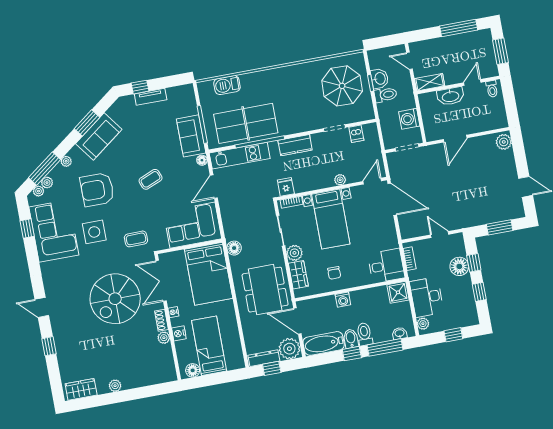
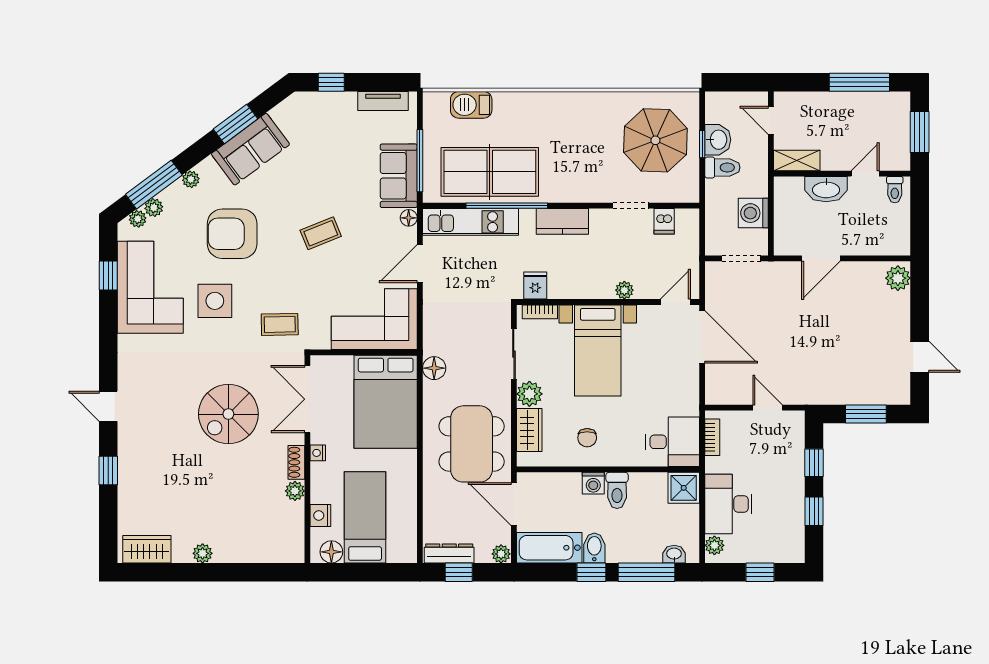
tv unit: (151, 97) -> (383, 101), moved
floor lamp: (459, 266) -> (790, 464), removed
spiral stairs: (115, 299) -> (228, 414), width x0.73, depth x0.73
nightstand: (179, 333) -> (320, 515), moved
toilet: (365, 334) -> (617, 490), moved, turned 180
plant: (289, 349) -> (501, 554), width x0.53, depth x0.53

